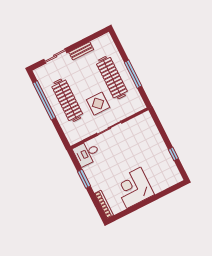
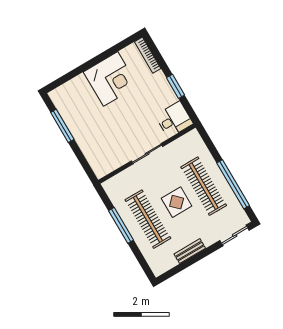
sliding door: (55, 56) -> (235, 235), moved
display table: (98, 104) -> (177, 202), moved
window: (173, 154) -> (62, 126), width x2.17

